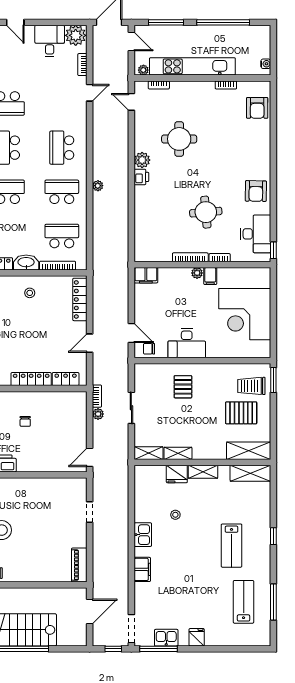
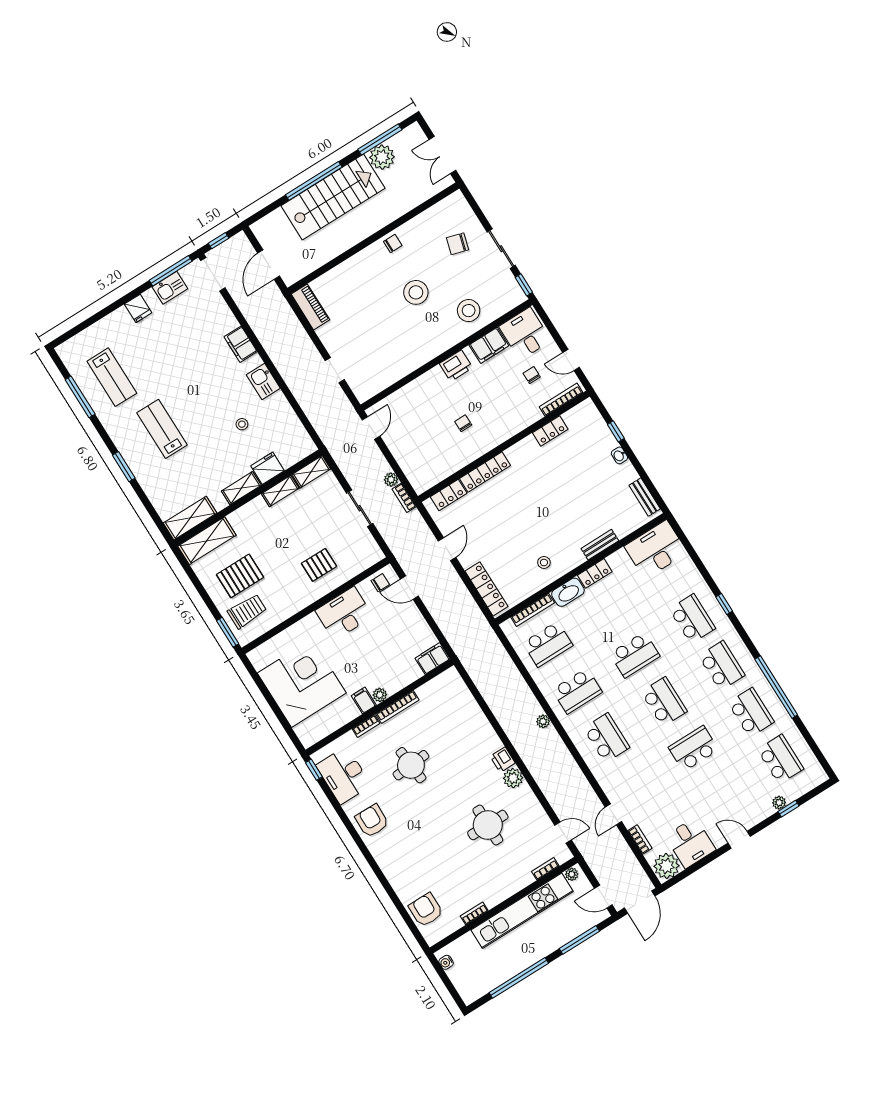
pallet: (183, 387) -> (319, 565), turned 90
window: (273, 536) -> (124, 467), width x1.50

